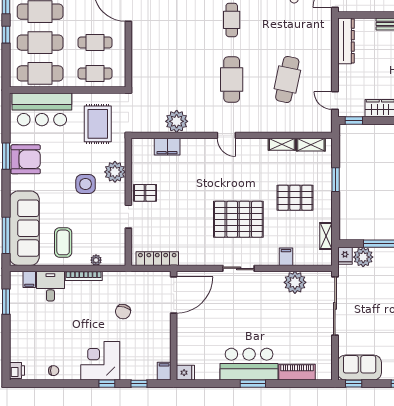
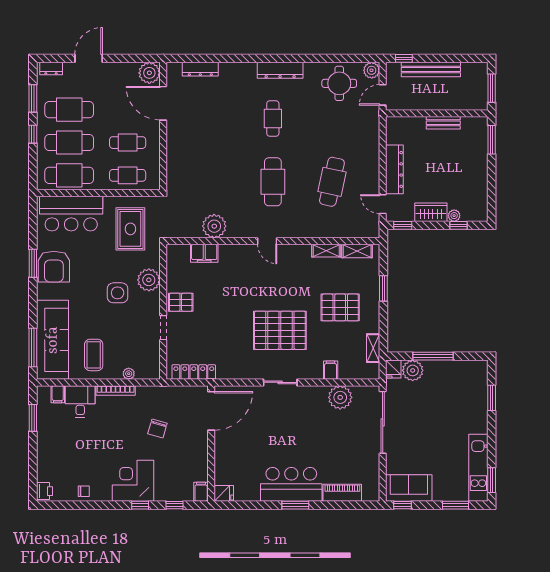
dresser: (346, 41) -> (394, 169), moved
armchair: (26, 159) -> (54, 267), turned 90

